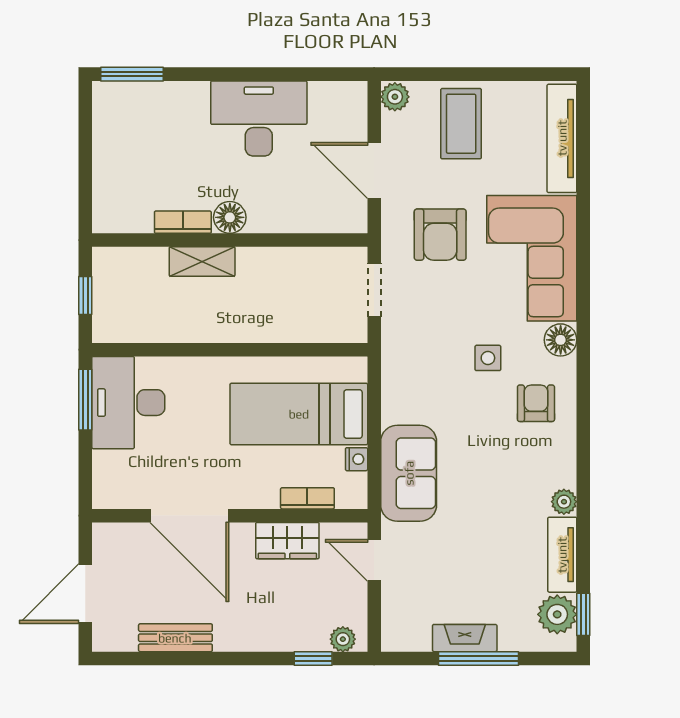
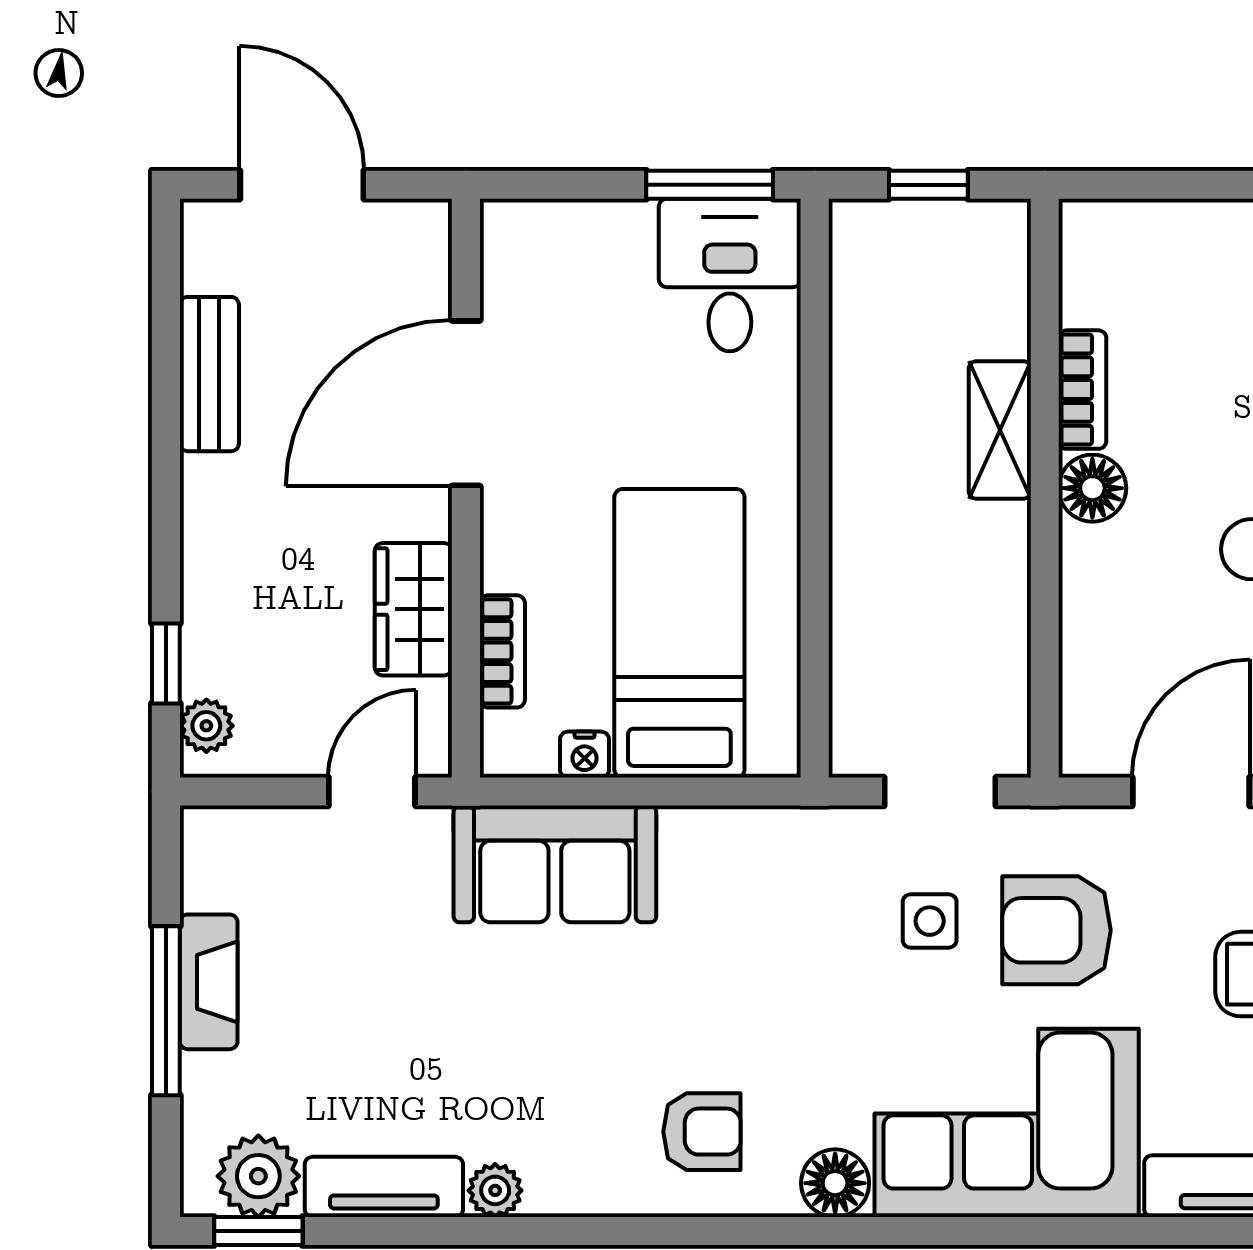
side table: (488, 358) -> (930, 921), moved
desk: (128, 403) -> (730, 275), width x0.73

